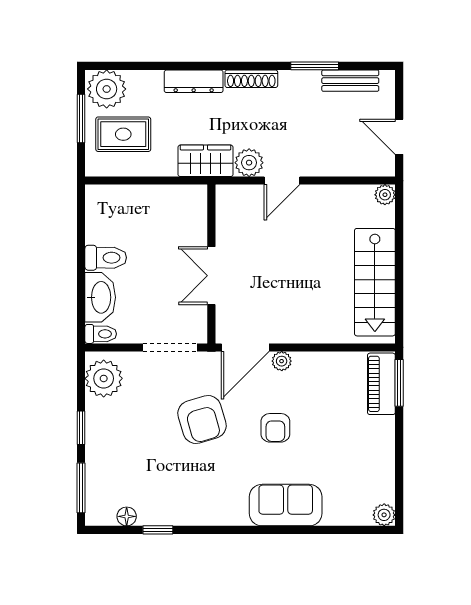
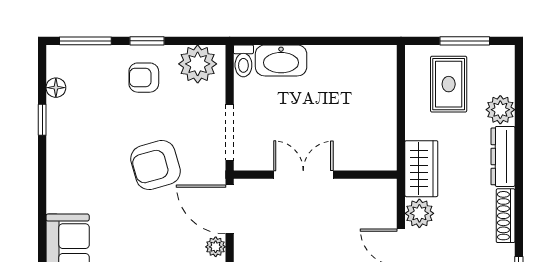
plant: (107, 89) -> (500, 110), moved, width x0.73, depth x0.73
toilet: (106, 258) -> (322, 66), removed
armchair: (275, 428) -> (144, 78), moved

